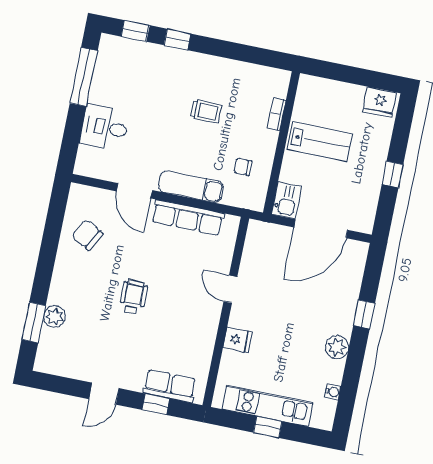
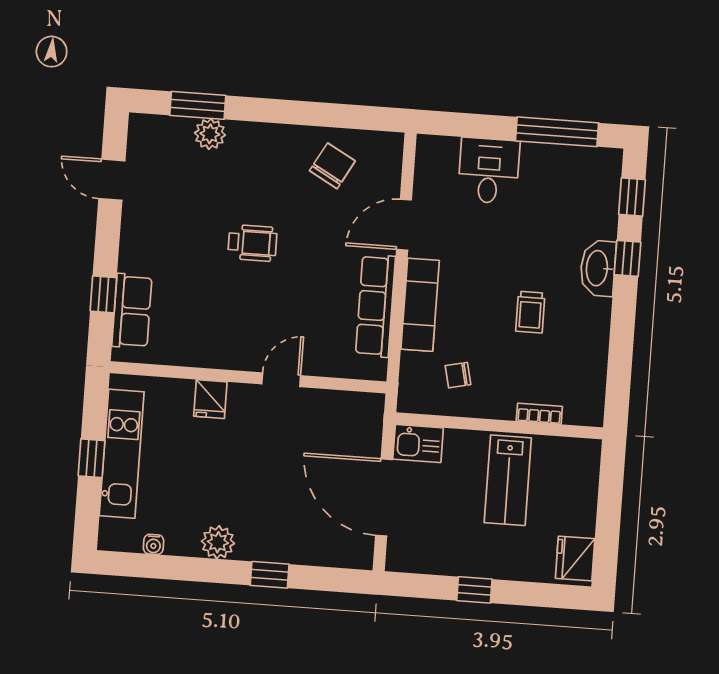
washbasin: (181, 61) -> (598, 268), added
chair: (243, 167) -> (458, 375), turned -103
door: (104, 394) -> (112, 180), moved

